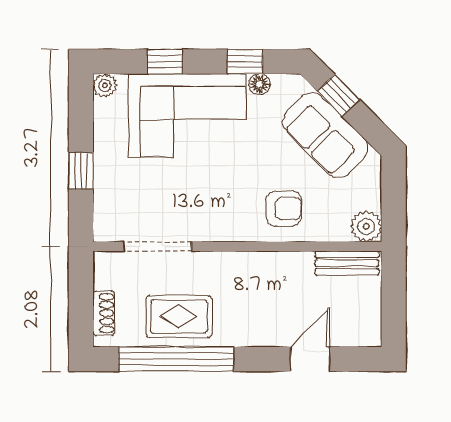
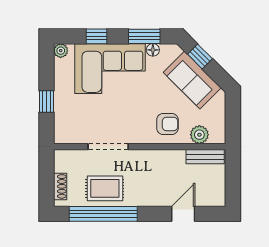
window: (245, 62) -> (144, 36), width x1.50
plant: (366, 226) -> (199, 135), moved
doorway: (157, 246) -> (108, 147), moved

